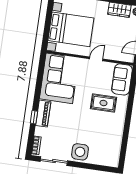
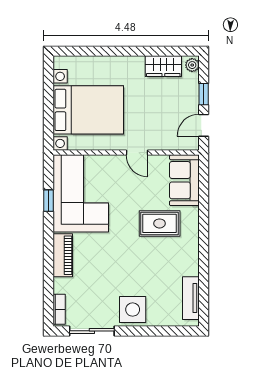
door: (96, 59) -> (137, 153), swing flipped
window: (34, 117) -> (48, 201), moved
tv unit: (116, 150) -> (191, 298), added

